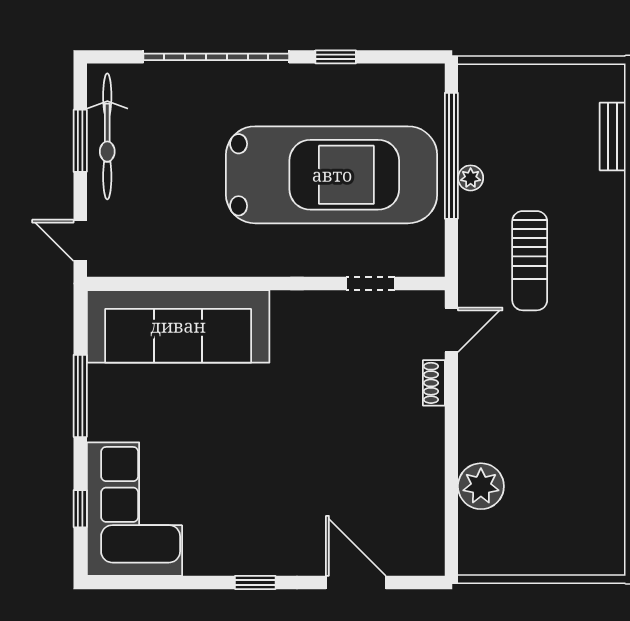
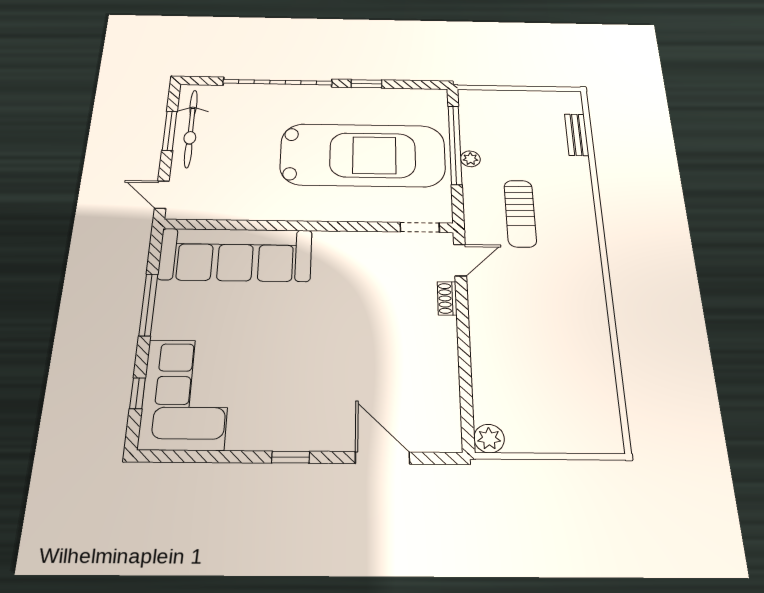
doorway: (370, 284) -> (420, 227), moved
plant: (481, 486) -> (489, 439), moved, width x0.73, depth x0.73

